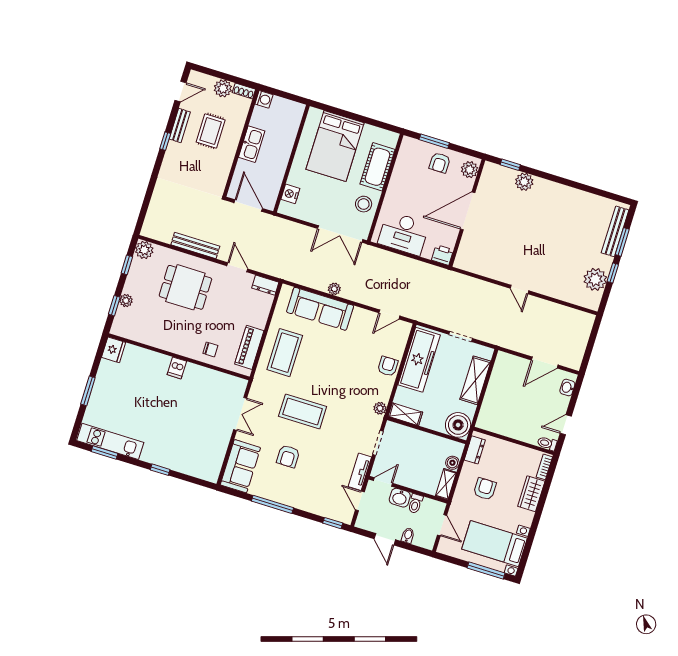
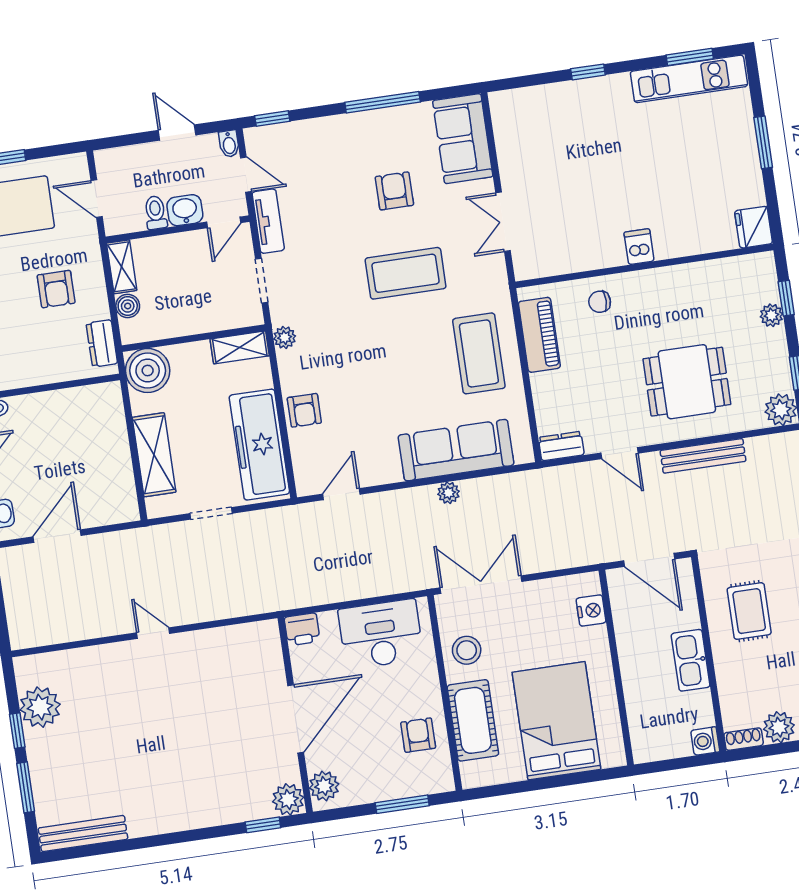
rug: (211, 131) -> (749, 611), moved
armchair: (440, 163) -> (418, 735), moved
plant: (524, 182) -> (288, 799), moved
bench: (615, 231) -> (83, 834), moved, turned 90
bidet: (408, 535) -> (229, 144), moved

